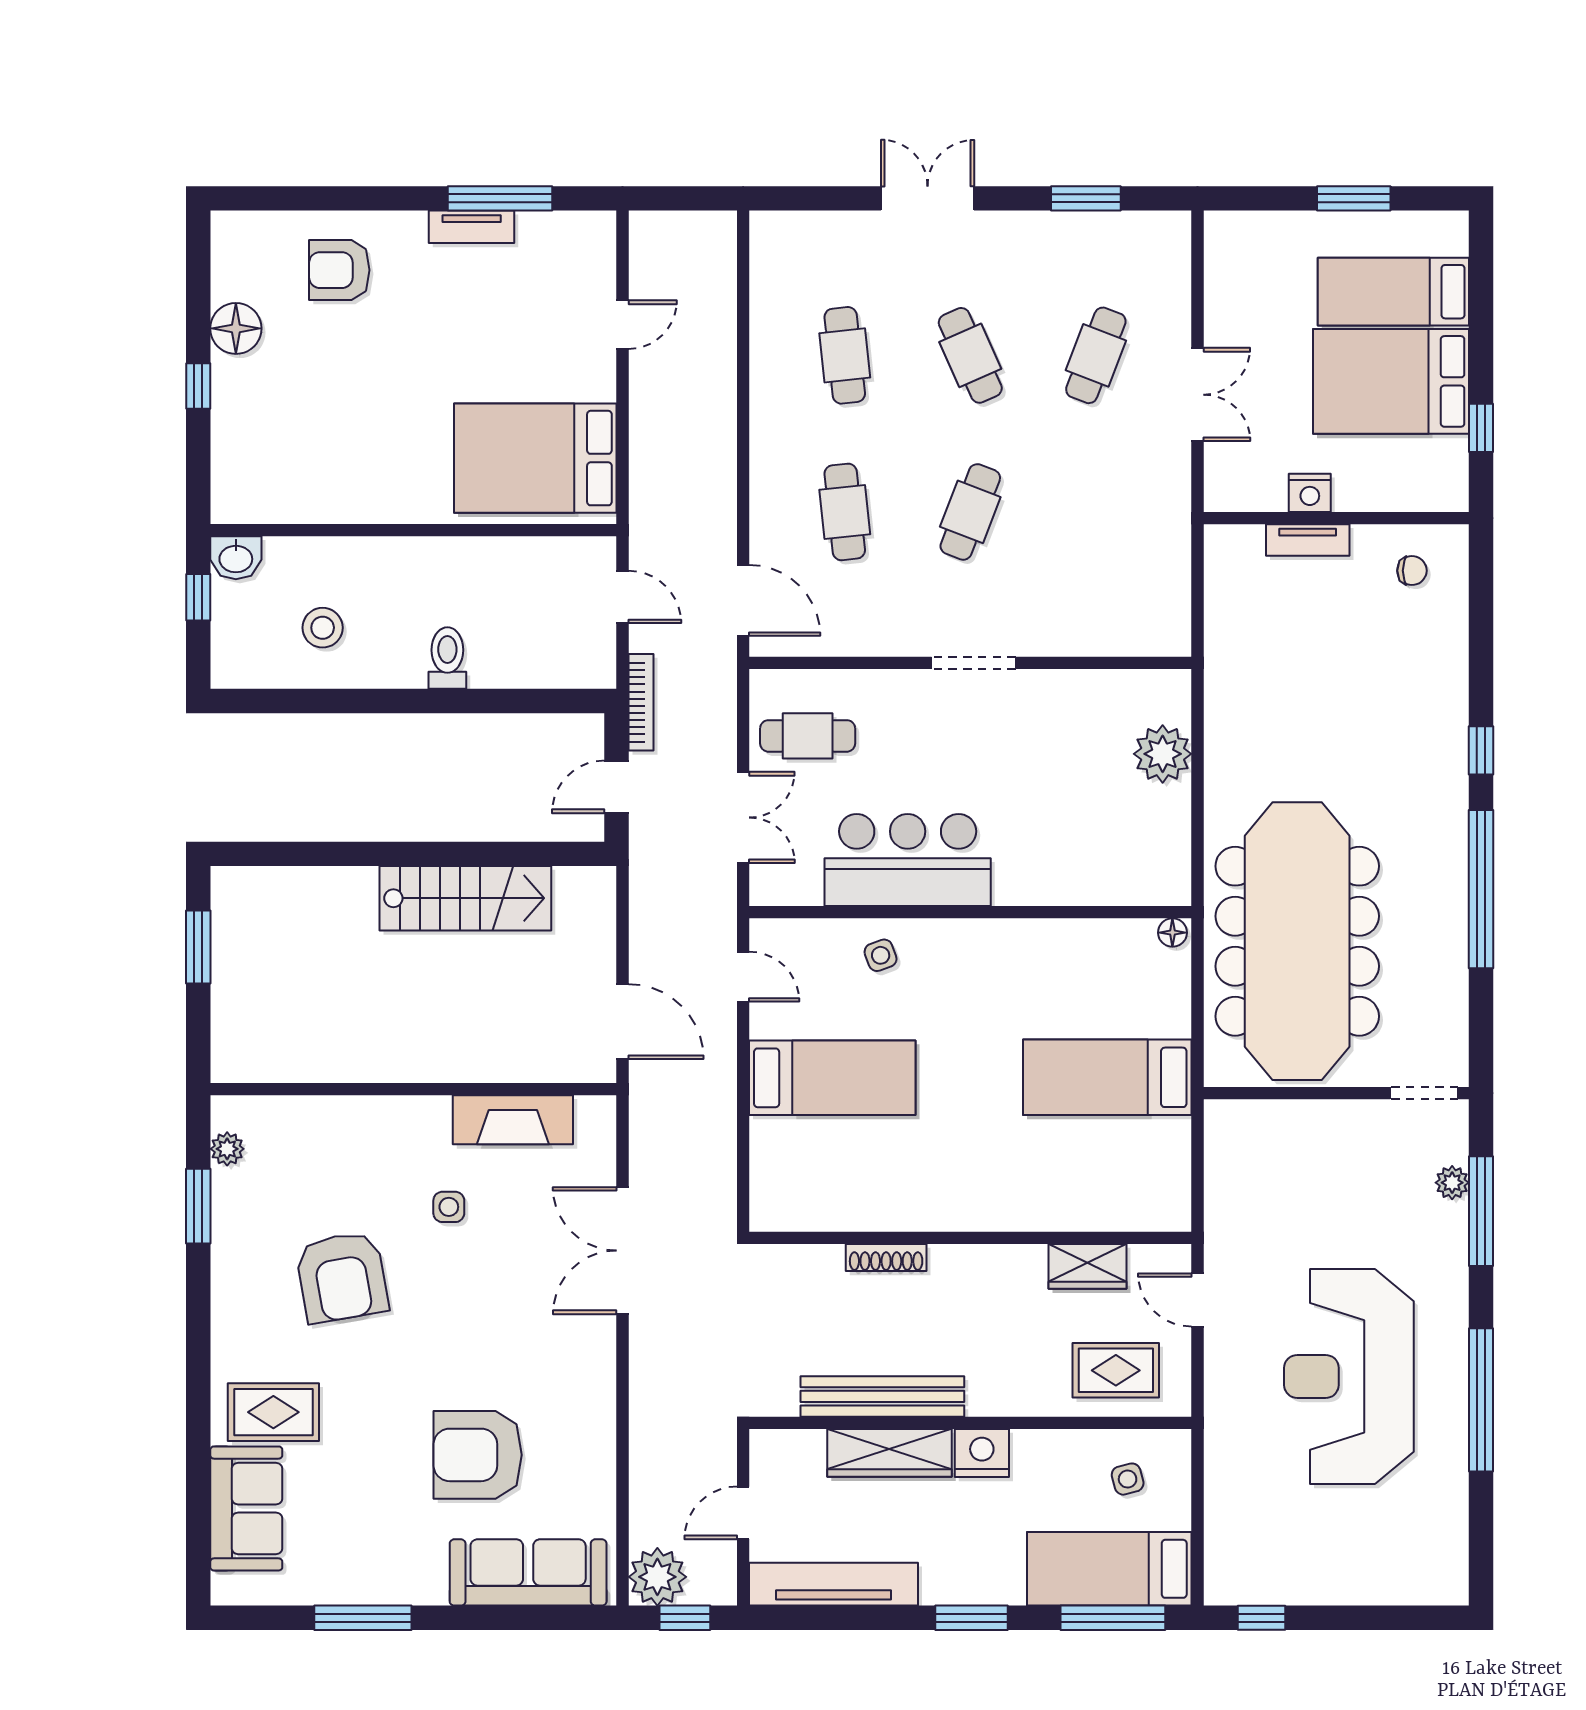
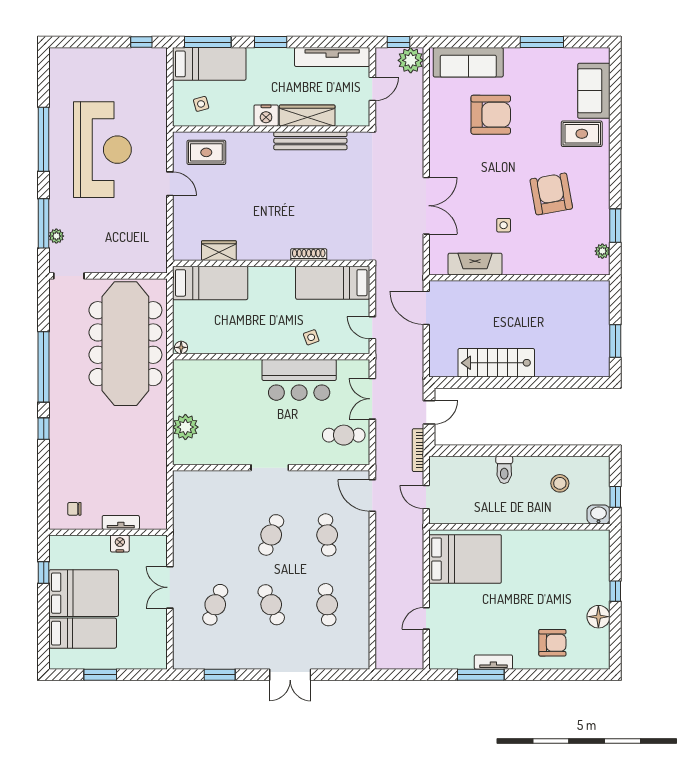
wall: (970, 1238) -> (271, 263), moved
shoe rack: (886, 1258) -> (309, 255), moved
wardrobe: (1088, 1266) -> (219, 251), moved

